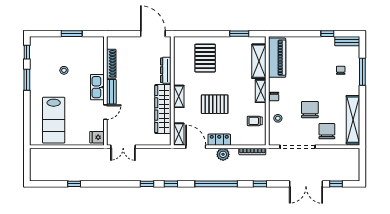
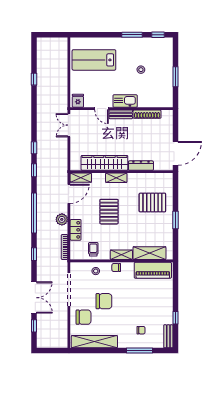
window: (239, 34) -> (175, 220), moved
locker: (219, 140) -> (76, 230), moved
double door: (306, 184) -> (34, 298), swing flipped

